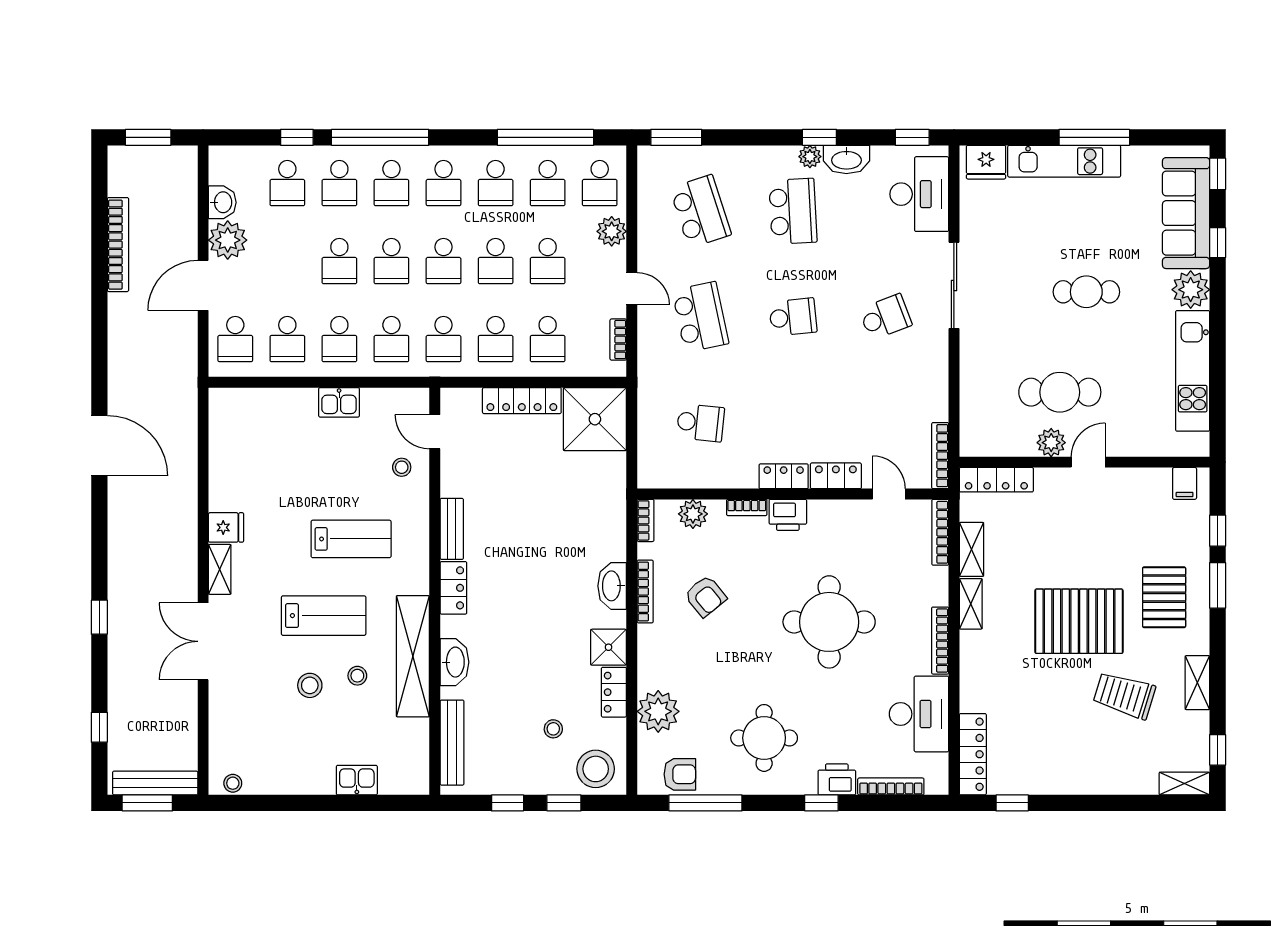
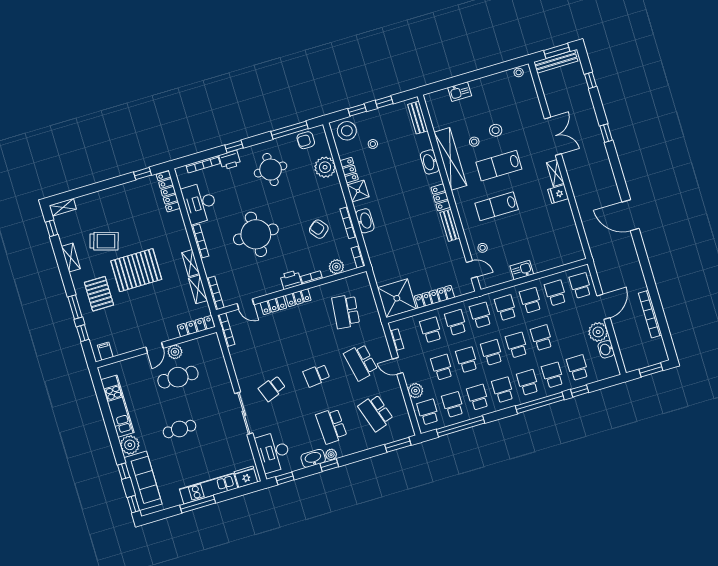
school desk: (700, 423) -> (346, 311), width x1.85
bench: (452, 743) -> (418, 118), width x0.73

